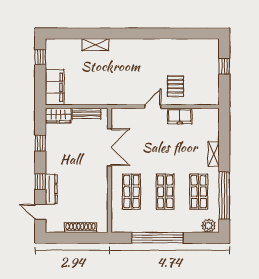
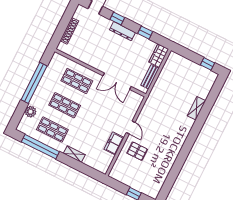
filing cabinet: (55, 87) -> (180, 63), removed
dresser: (51, 189) -> (122, 31), moved
plant: (209, 226) -> (31, 112), moved

